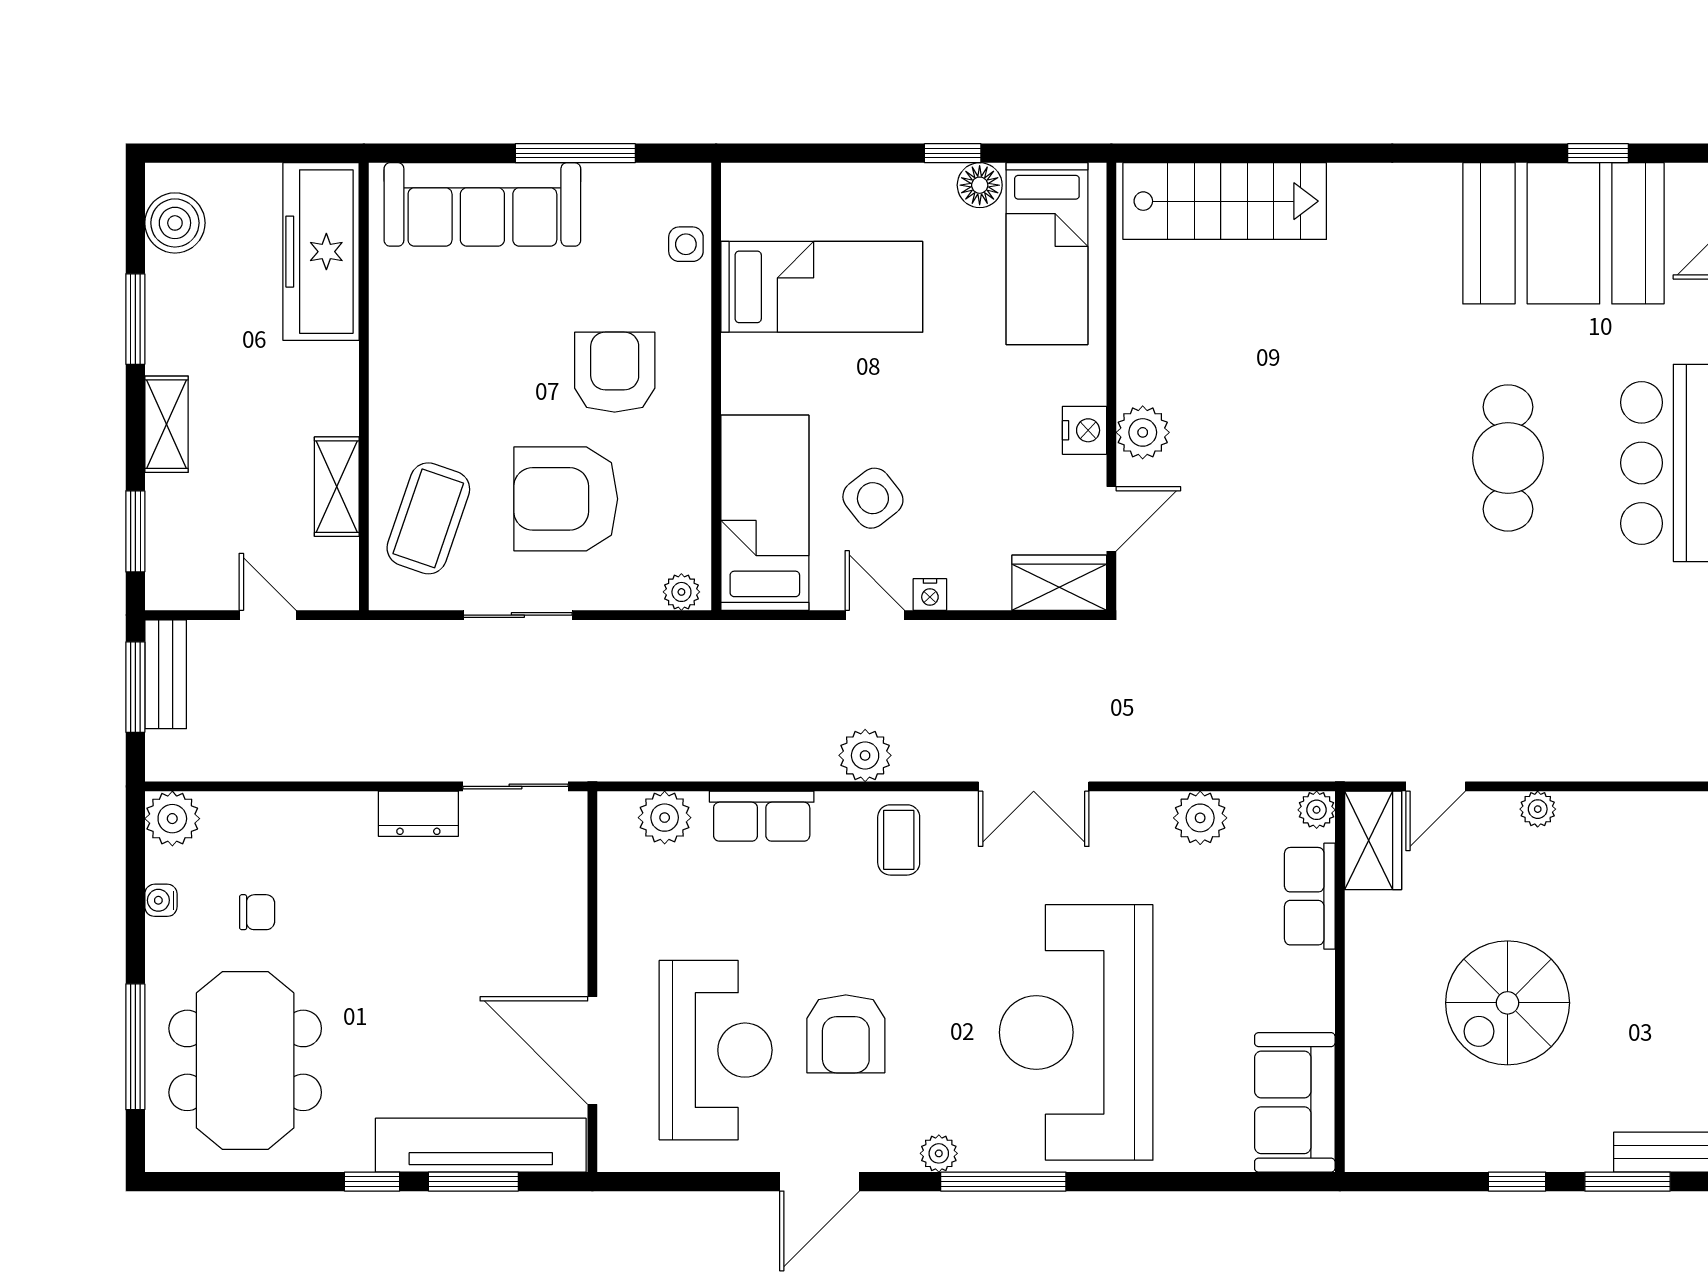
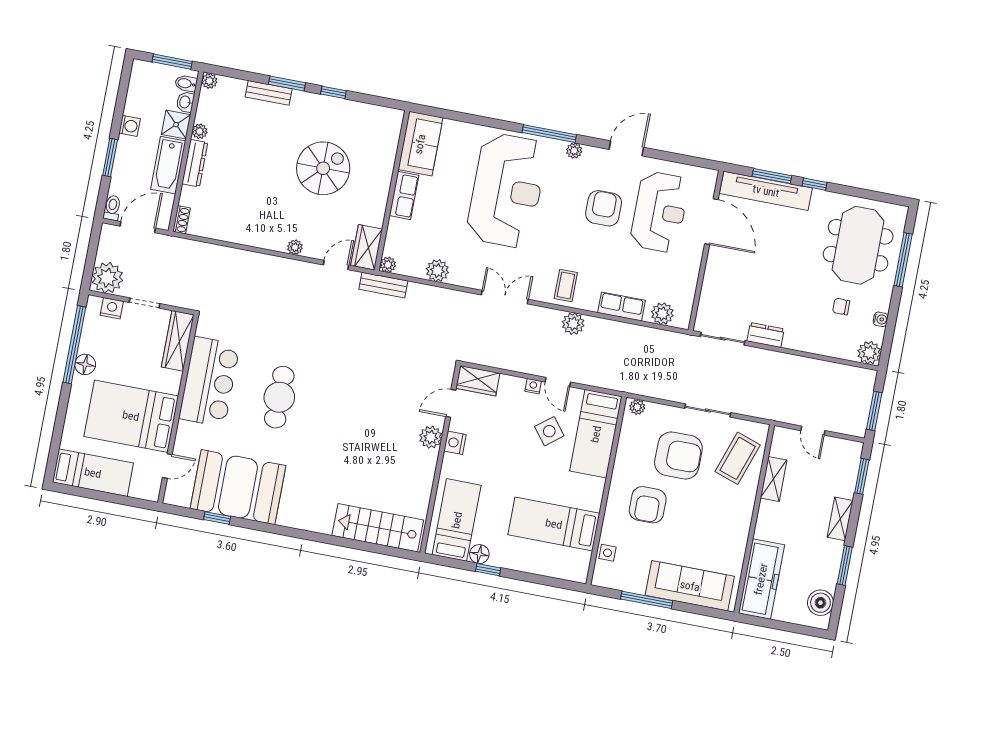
bench: (166, 674) -> (383, 285), moved, turned 90
row of seats: (1310, 896) -> (404, 195), moved
reception desk: (716, 1050) -> (660, 212), turned 180

